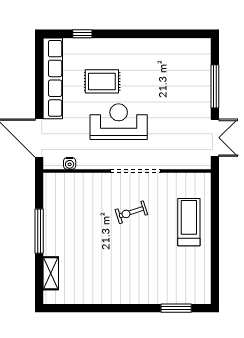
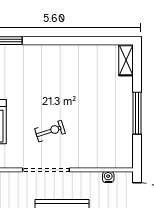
shelving: (51, 273) -> (126, 60), moved

